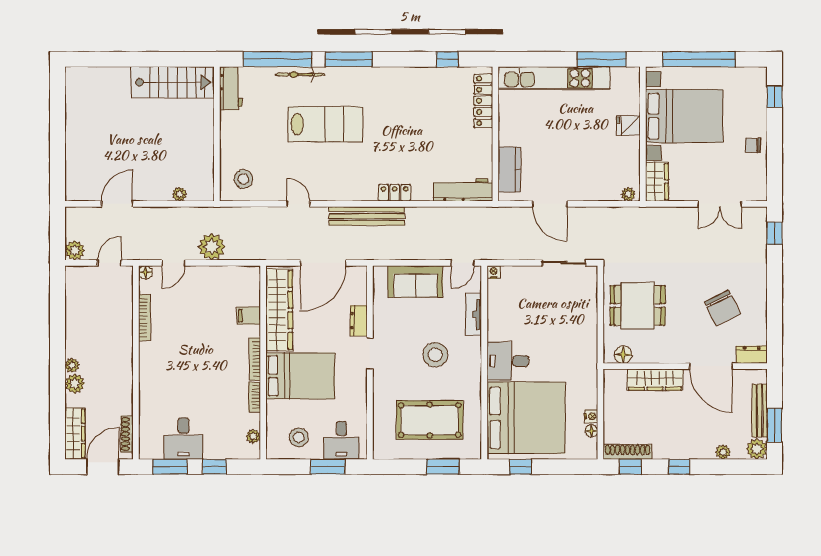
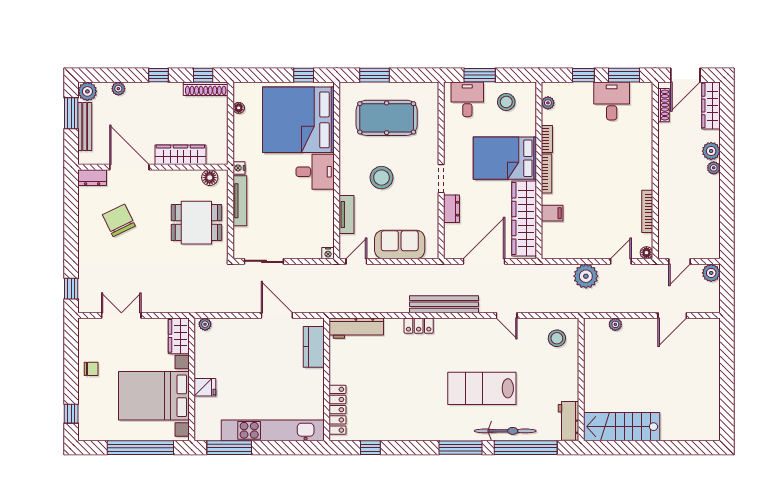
bicycle: (300, 75) -> (505, 431), width x1.37, depth x1.40
tv unit: (590, 329) -> (240, 201), added
nightstand: (591, 416) -> (239, 168), moved

